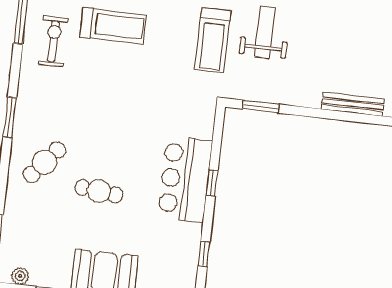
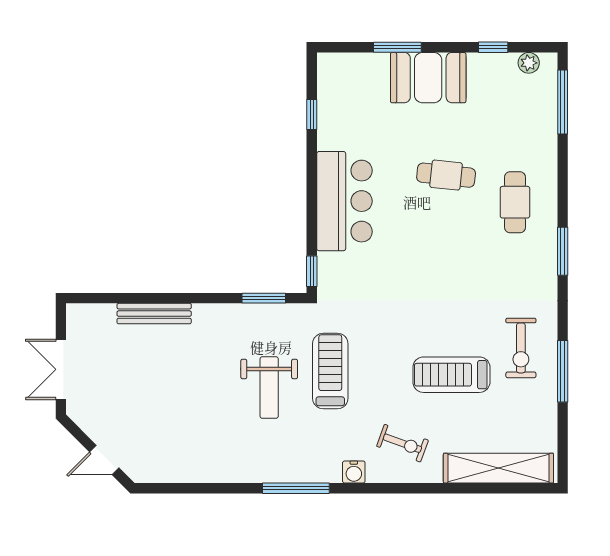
cafe table: (44, 162) -> (515, 202), turned -40
window: (212, 183) -> (312, 271), moved

